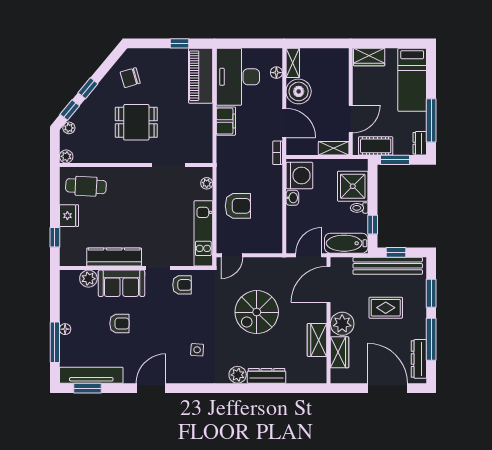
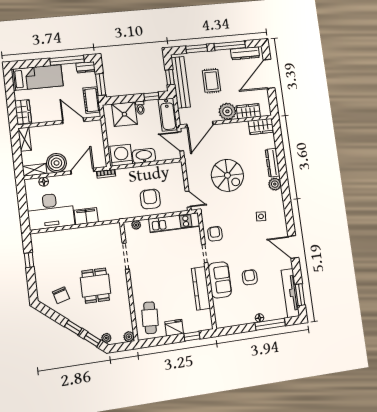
piano: (201, 76) -> (53, 240), removed
shelving: (334, 148) -> (25, 139), moved
washbasin: (292, 198) -> (144, 156), width x1.91, depth x1.45
plant: (88, 279) -> (220, 306), removed
door: (329, 284) -> (200, 124), hinge flipped
wardrobe: (317, 340) -> (261, 126), moved

